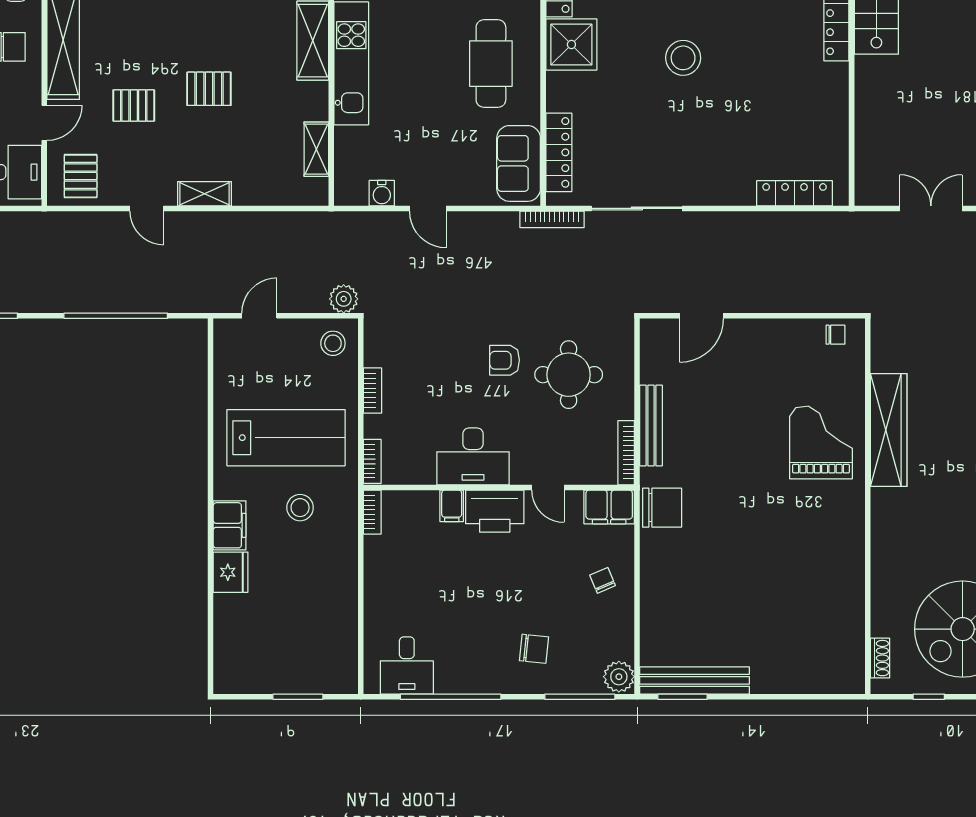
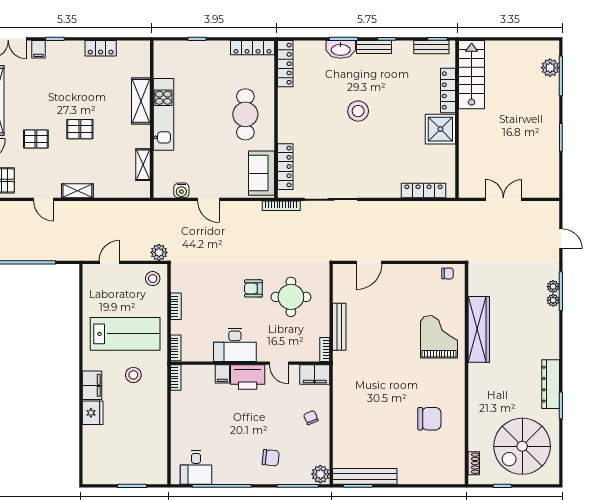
shower: (571, 44) -> (440, 129), moved
bookcase: (626, 453) -> (325, 349), width x0.64
chair: (662, 508) -> (429, 419), moved

